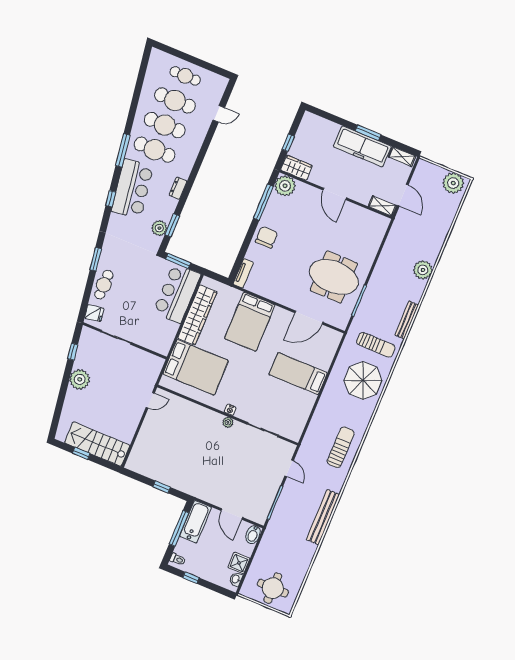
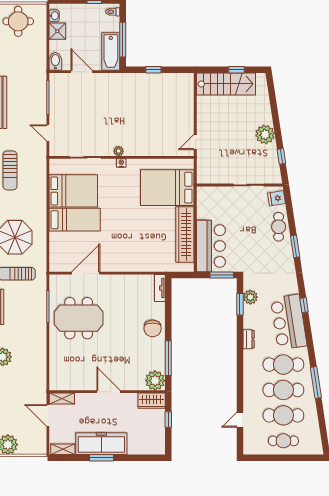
window: (123, 150) -> (316, 382), moved
bed: (250, 322) -> (73, 191), moved, turned 90

